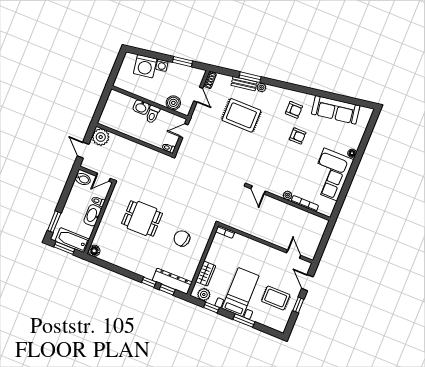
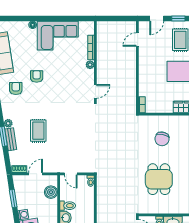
rug: (241, 115) -> (38, 131), width x0.73, depth x0.70

